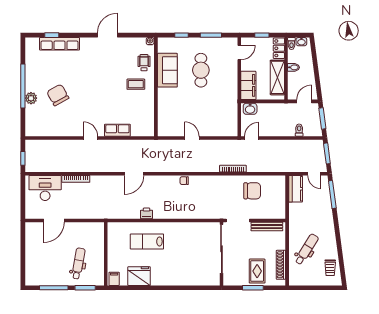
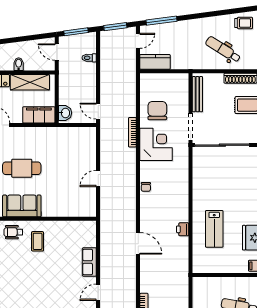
corner desk: (222, 190) -> (156, 144), added

